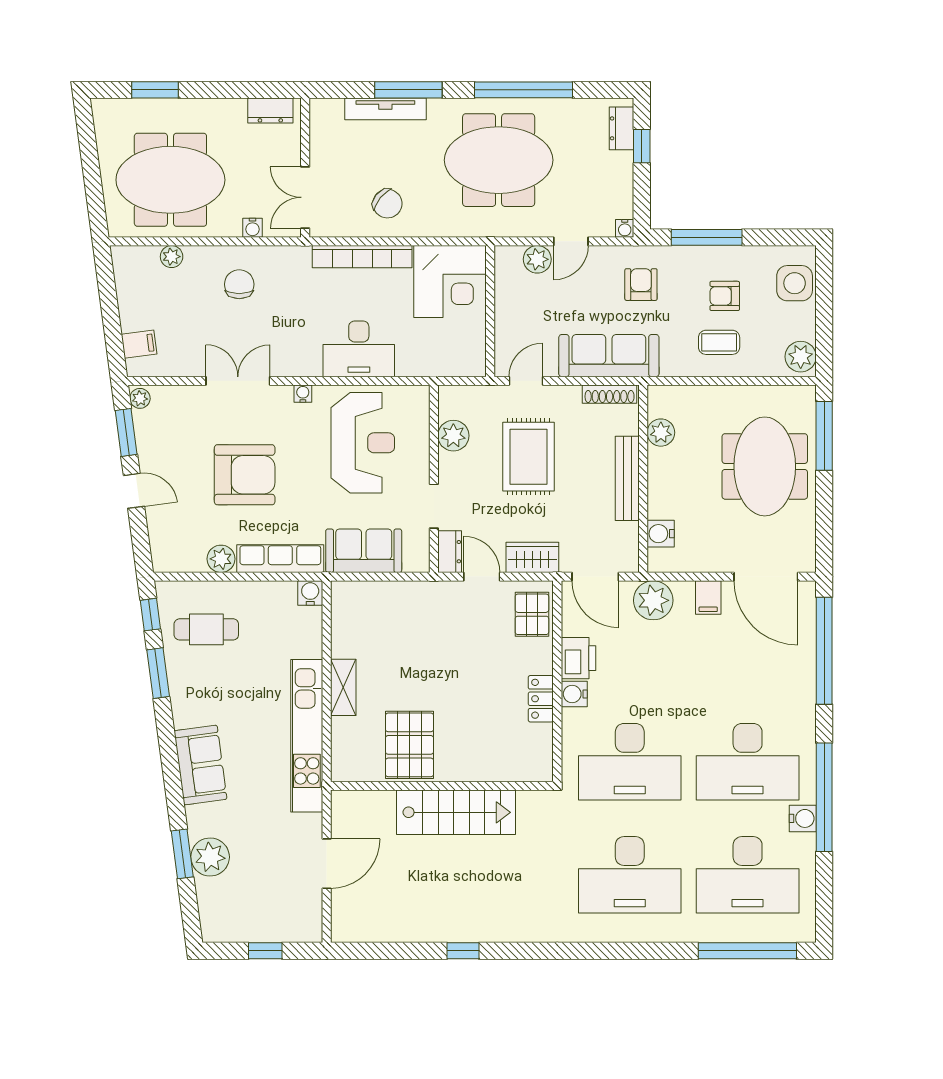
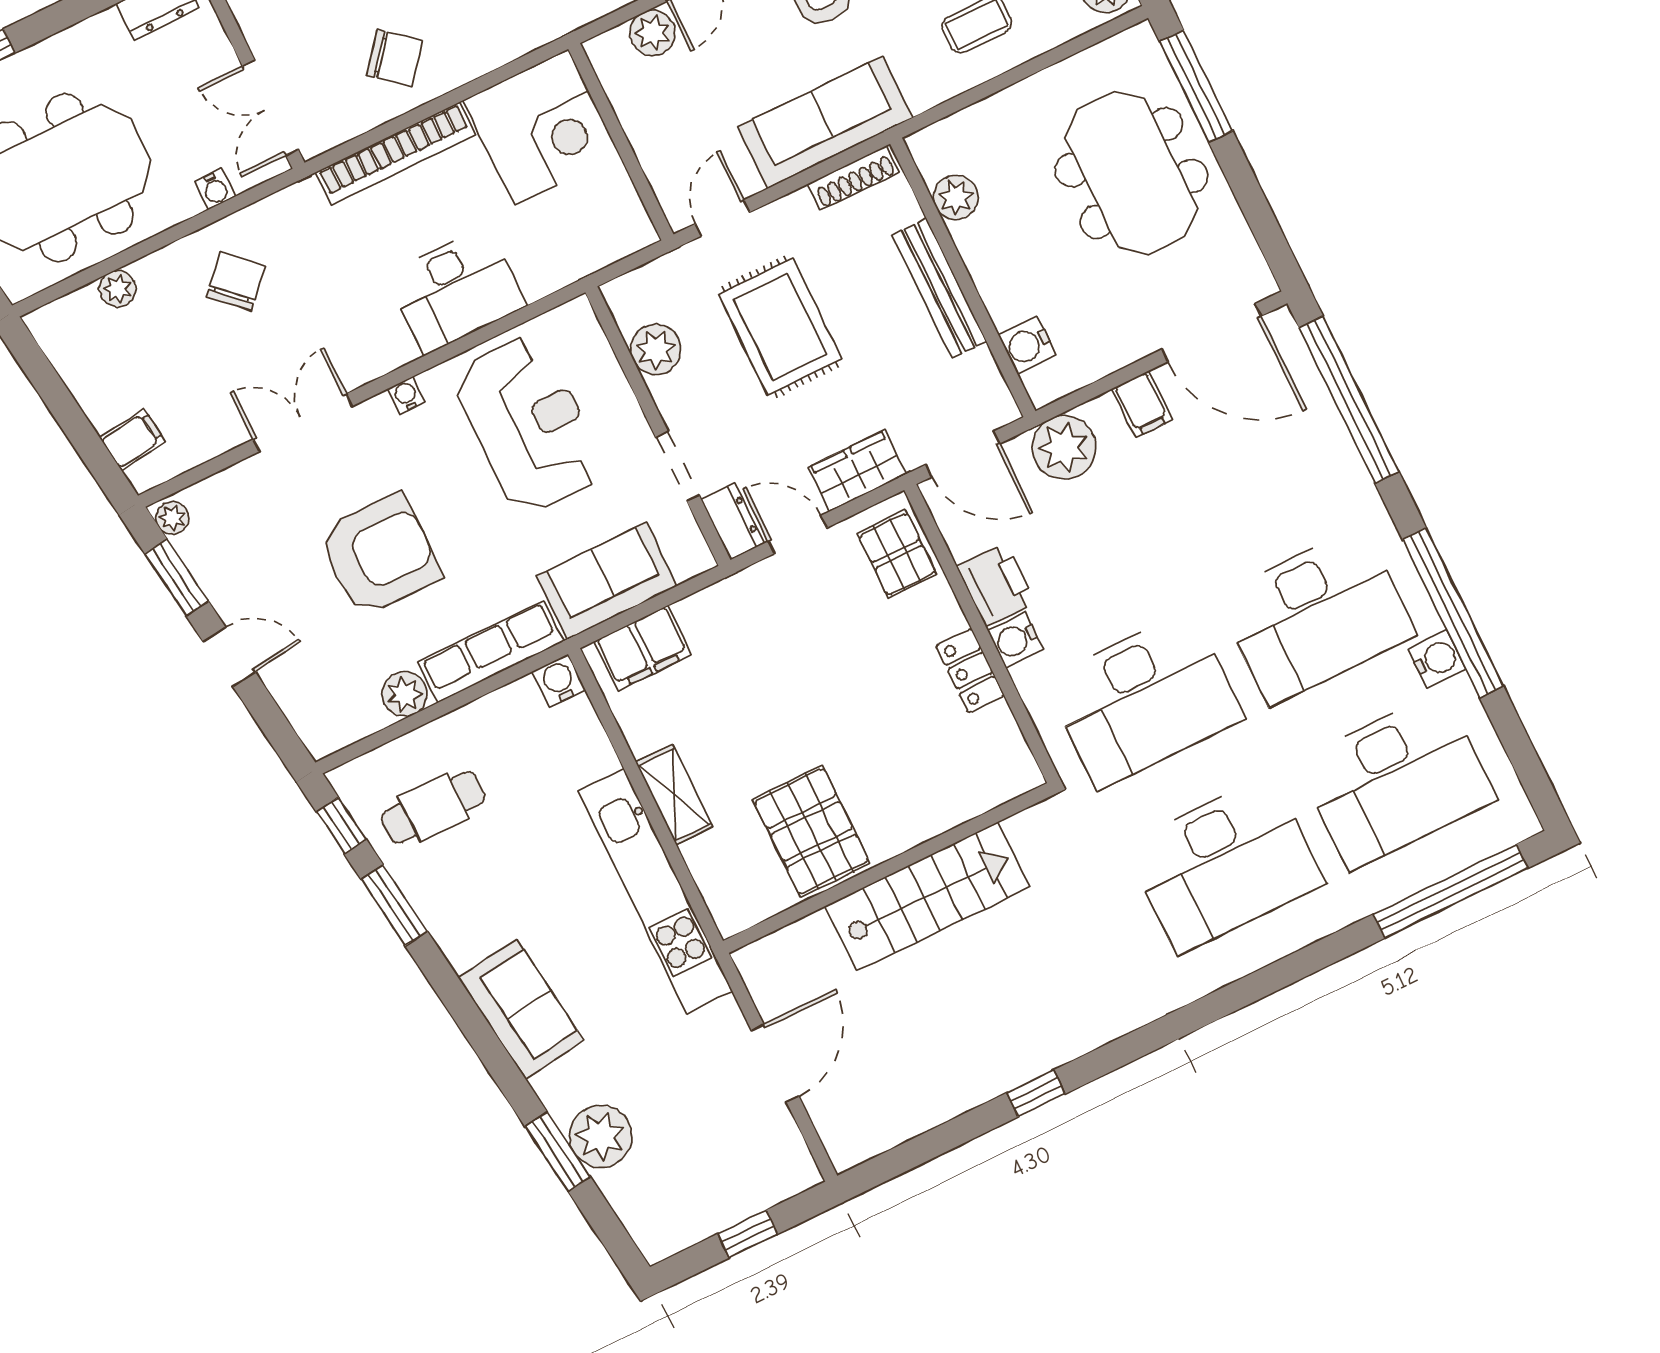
chair: (239, 284) -> (236, 281), turned 43
filing cabinet: (366, 598) -> (643, 648), added

